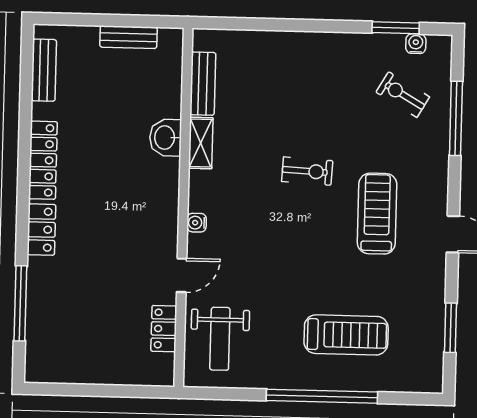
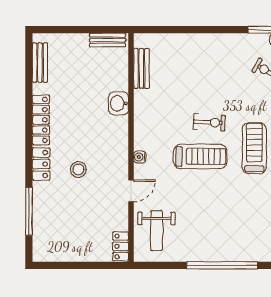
bench: (128, 37) -> (108, 40), moved
shelving: (201, 143) -> (141, 106), removed
stool: (100, 240) -> (78, 169), added
locker: (164, 329) -> (121, 246), moved
treadmill: (346, 335) -> (200, 156), moved

